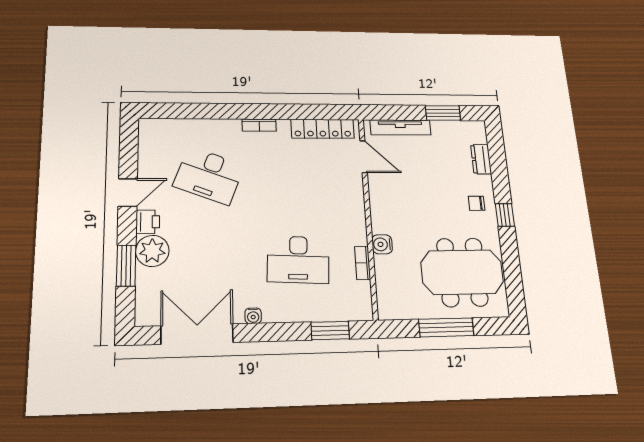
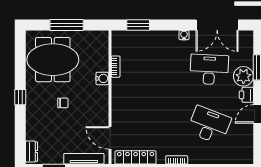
dresser: (481, 159) -> (32, 152), moved
chair: (477, 203) -> (63, 103), moved
desk: (298, 260) -> (209, 69), moved

